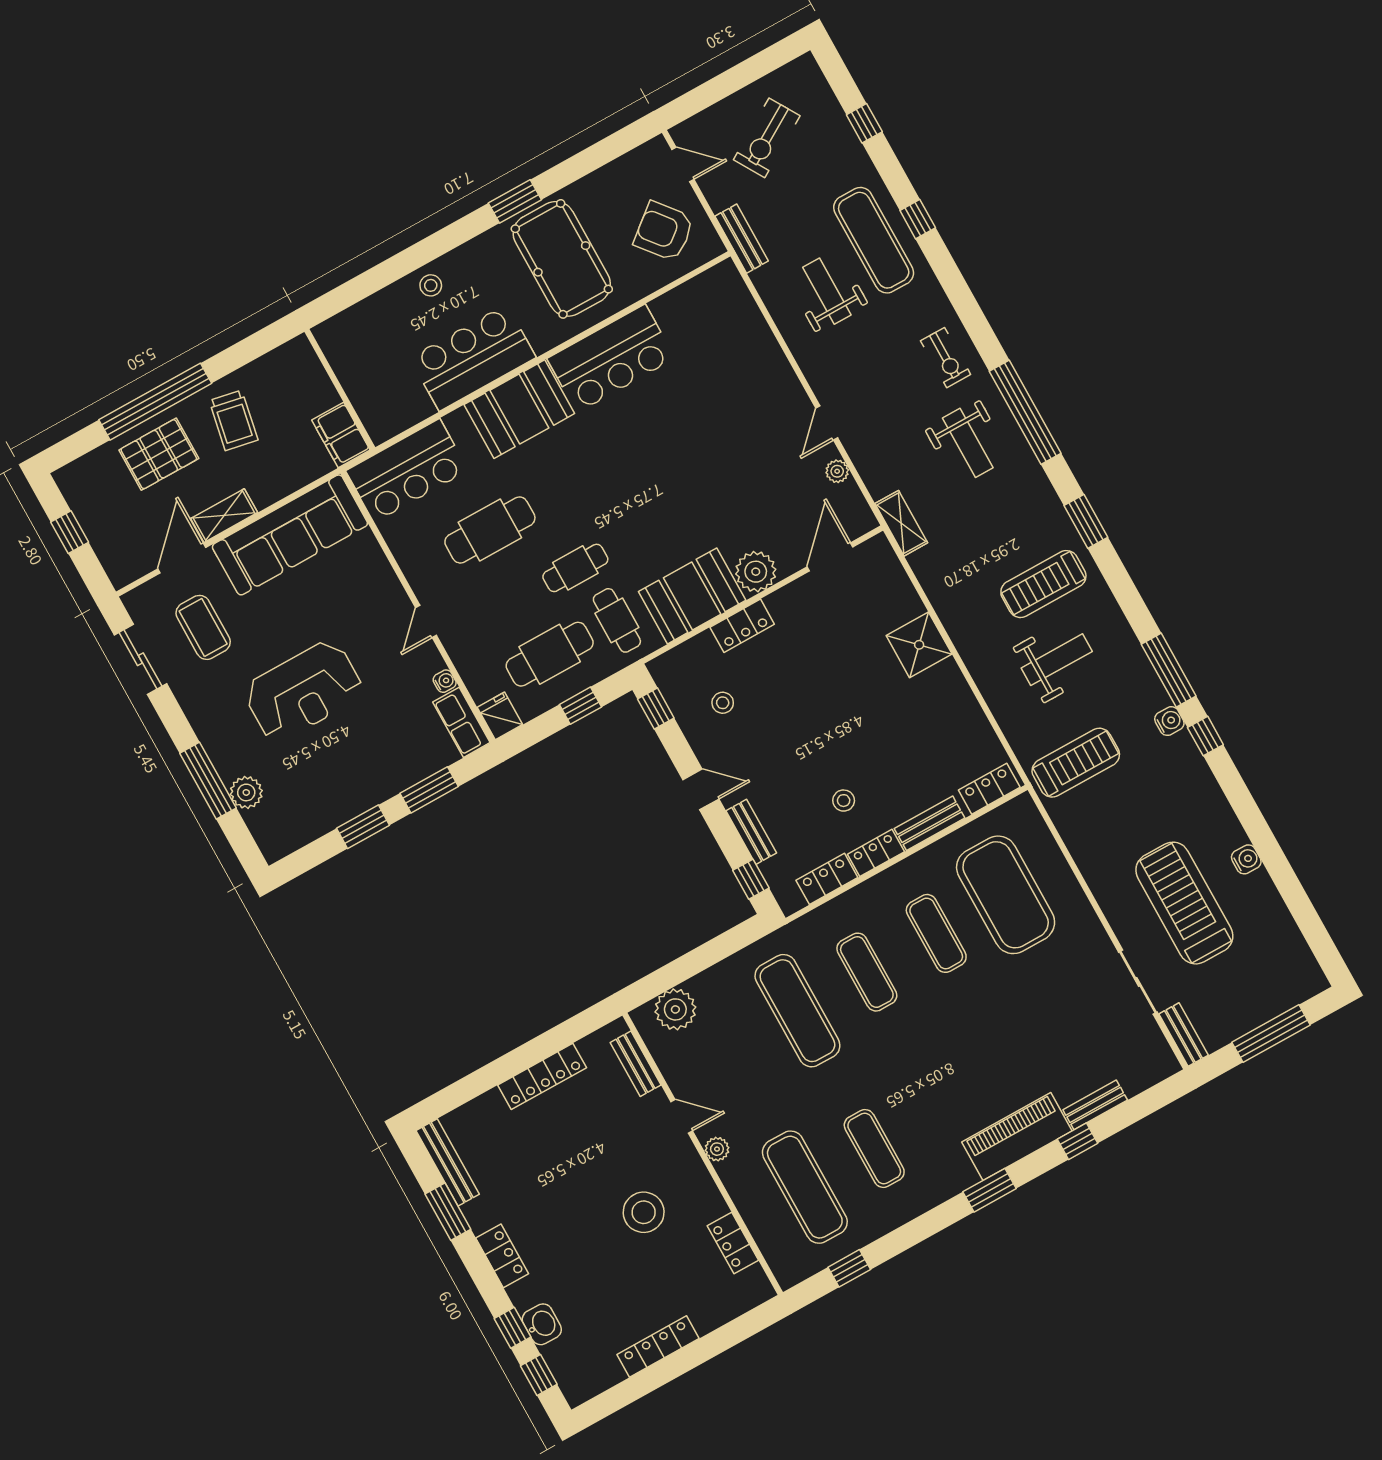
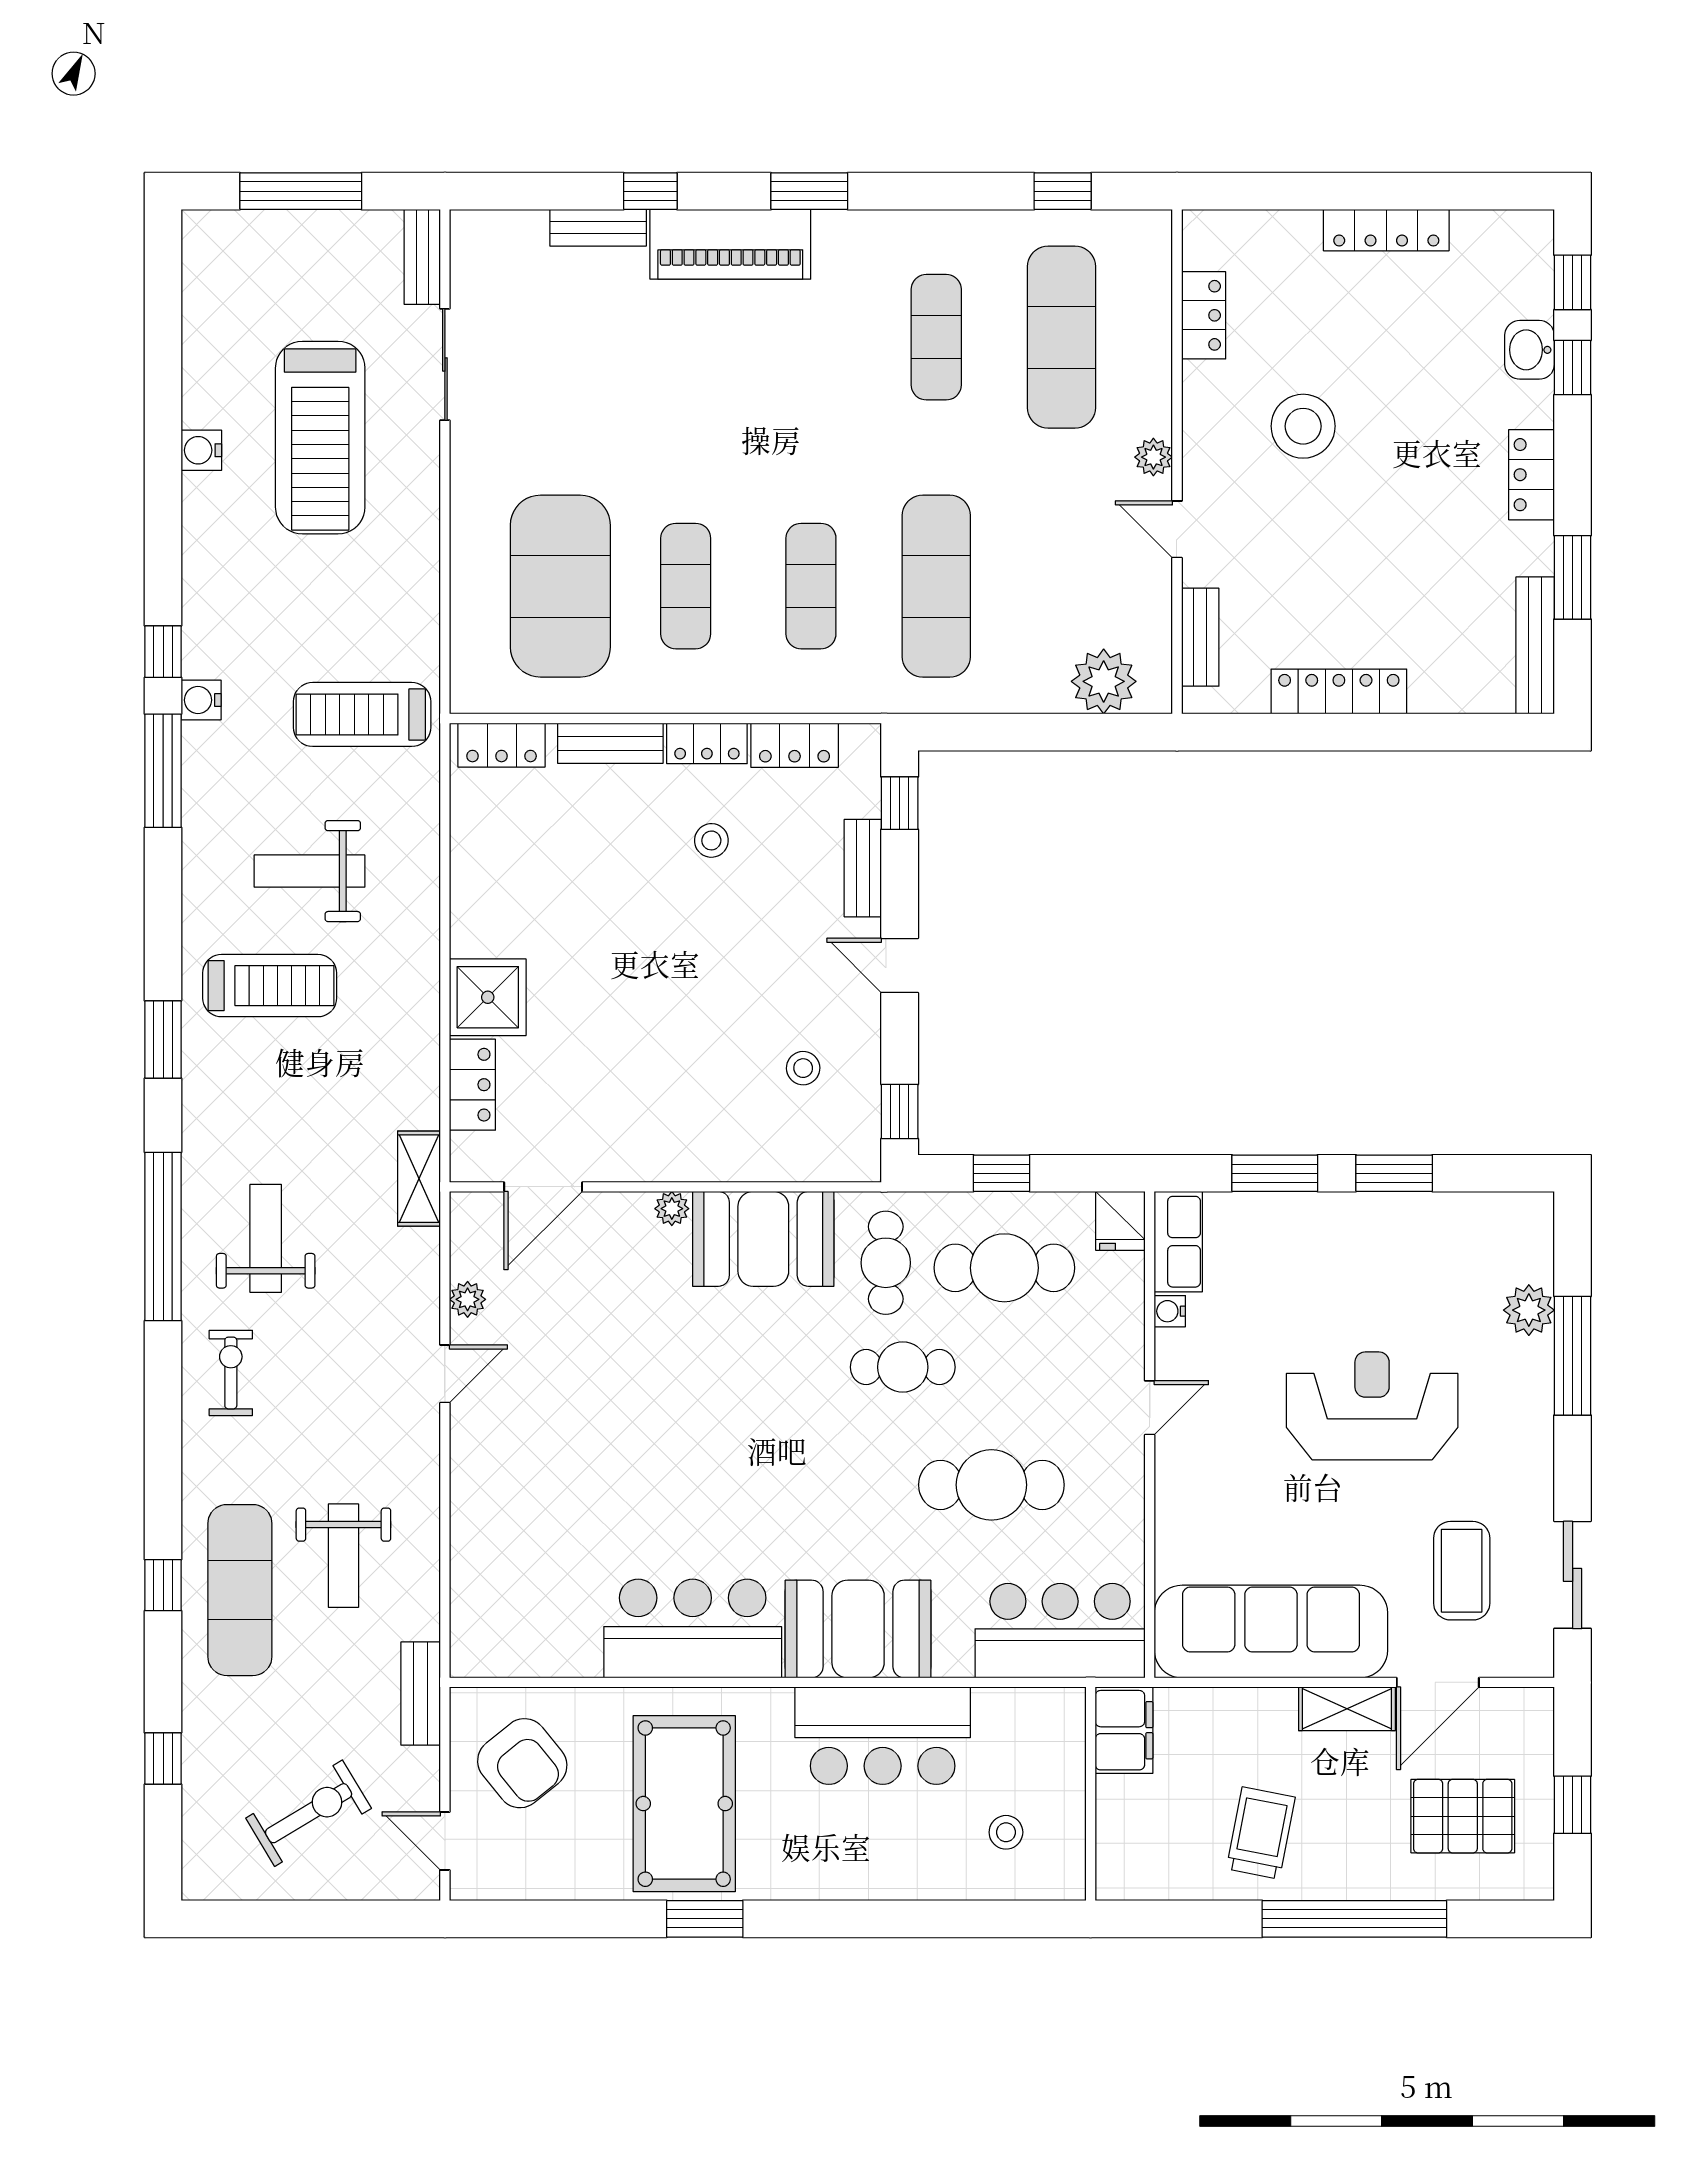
stool: (431, 285) -> (1006, 1832), moved
pallet: (159, 454) -> (1463, 1816), moved
plant: (756, 572) -> (672, 1209), width x0.53, depth x0.53
locker: (742, 626) -> (472, 1085), moved, turned 90

